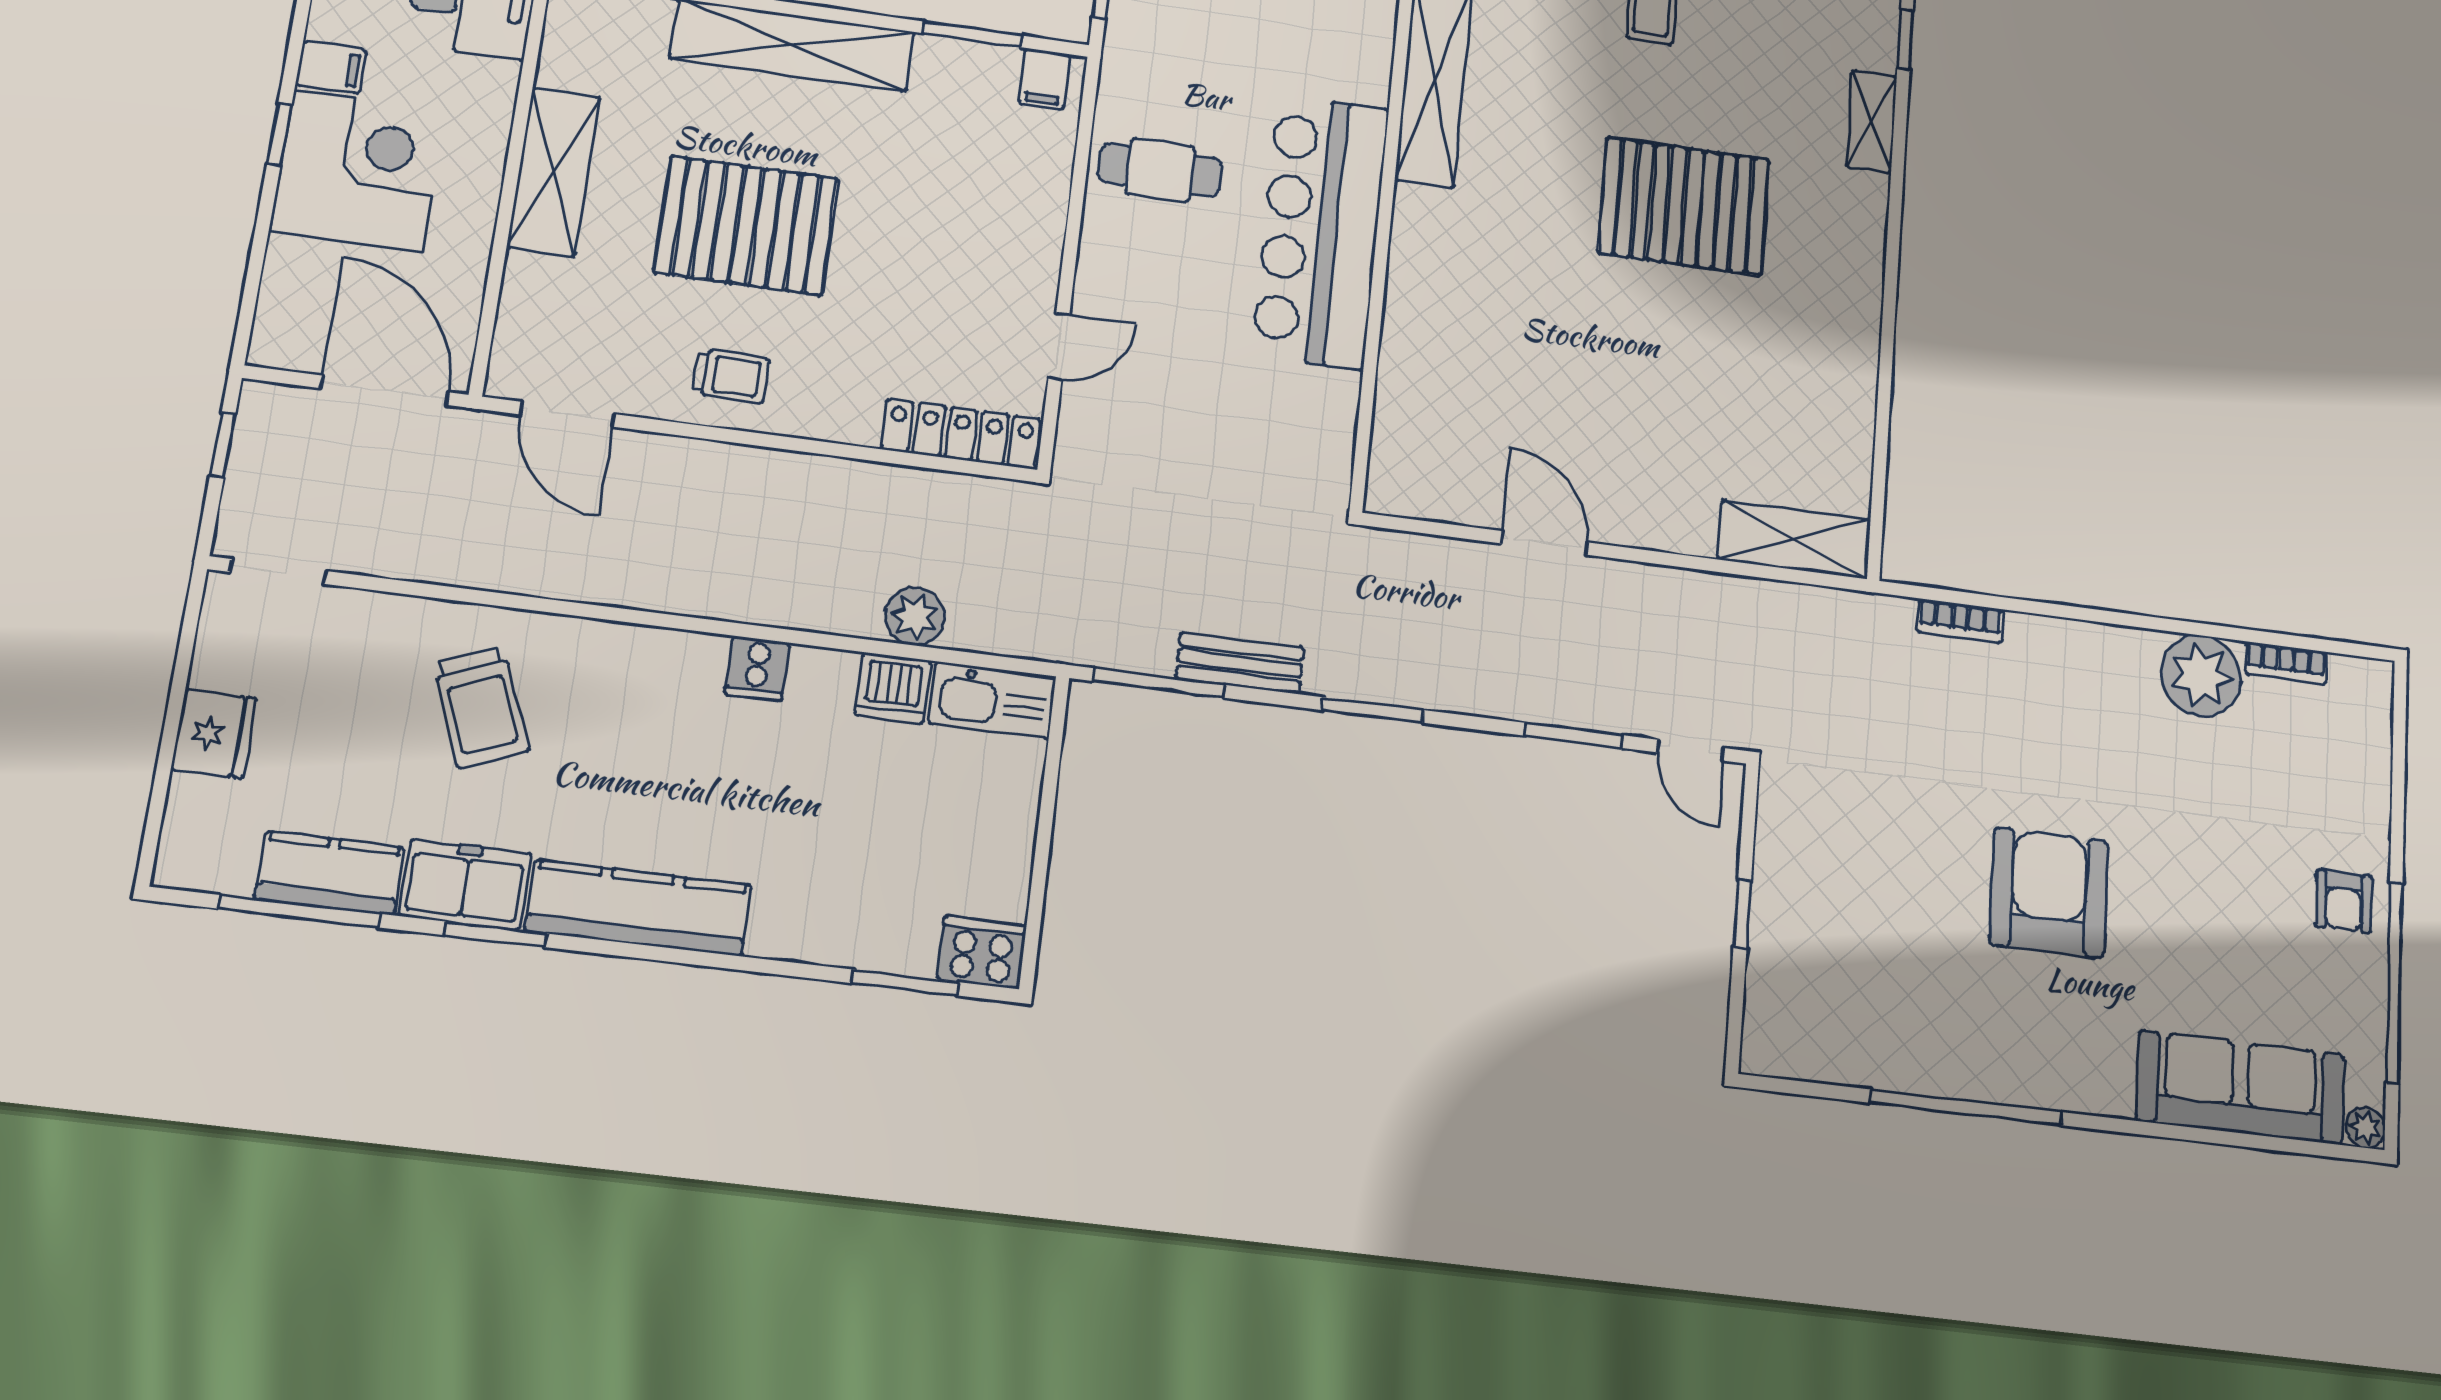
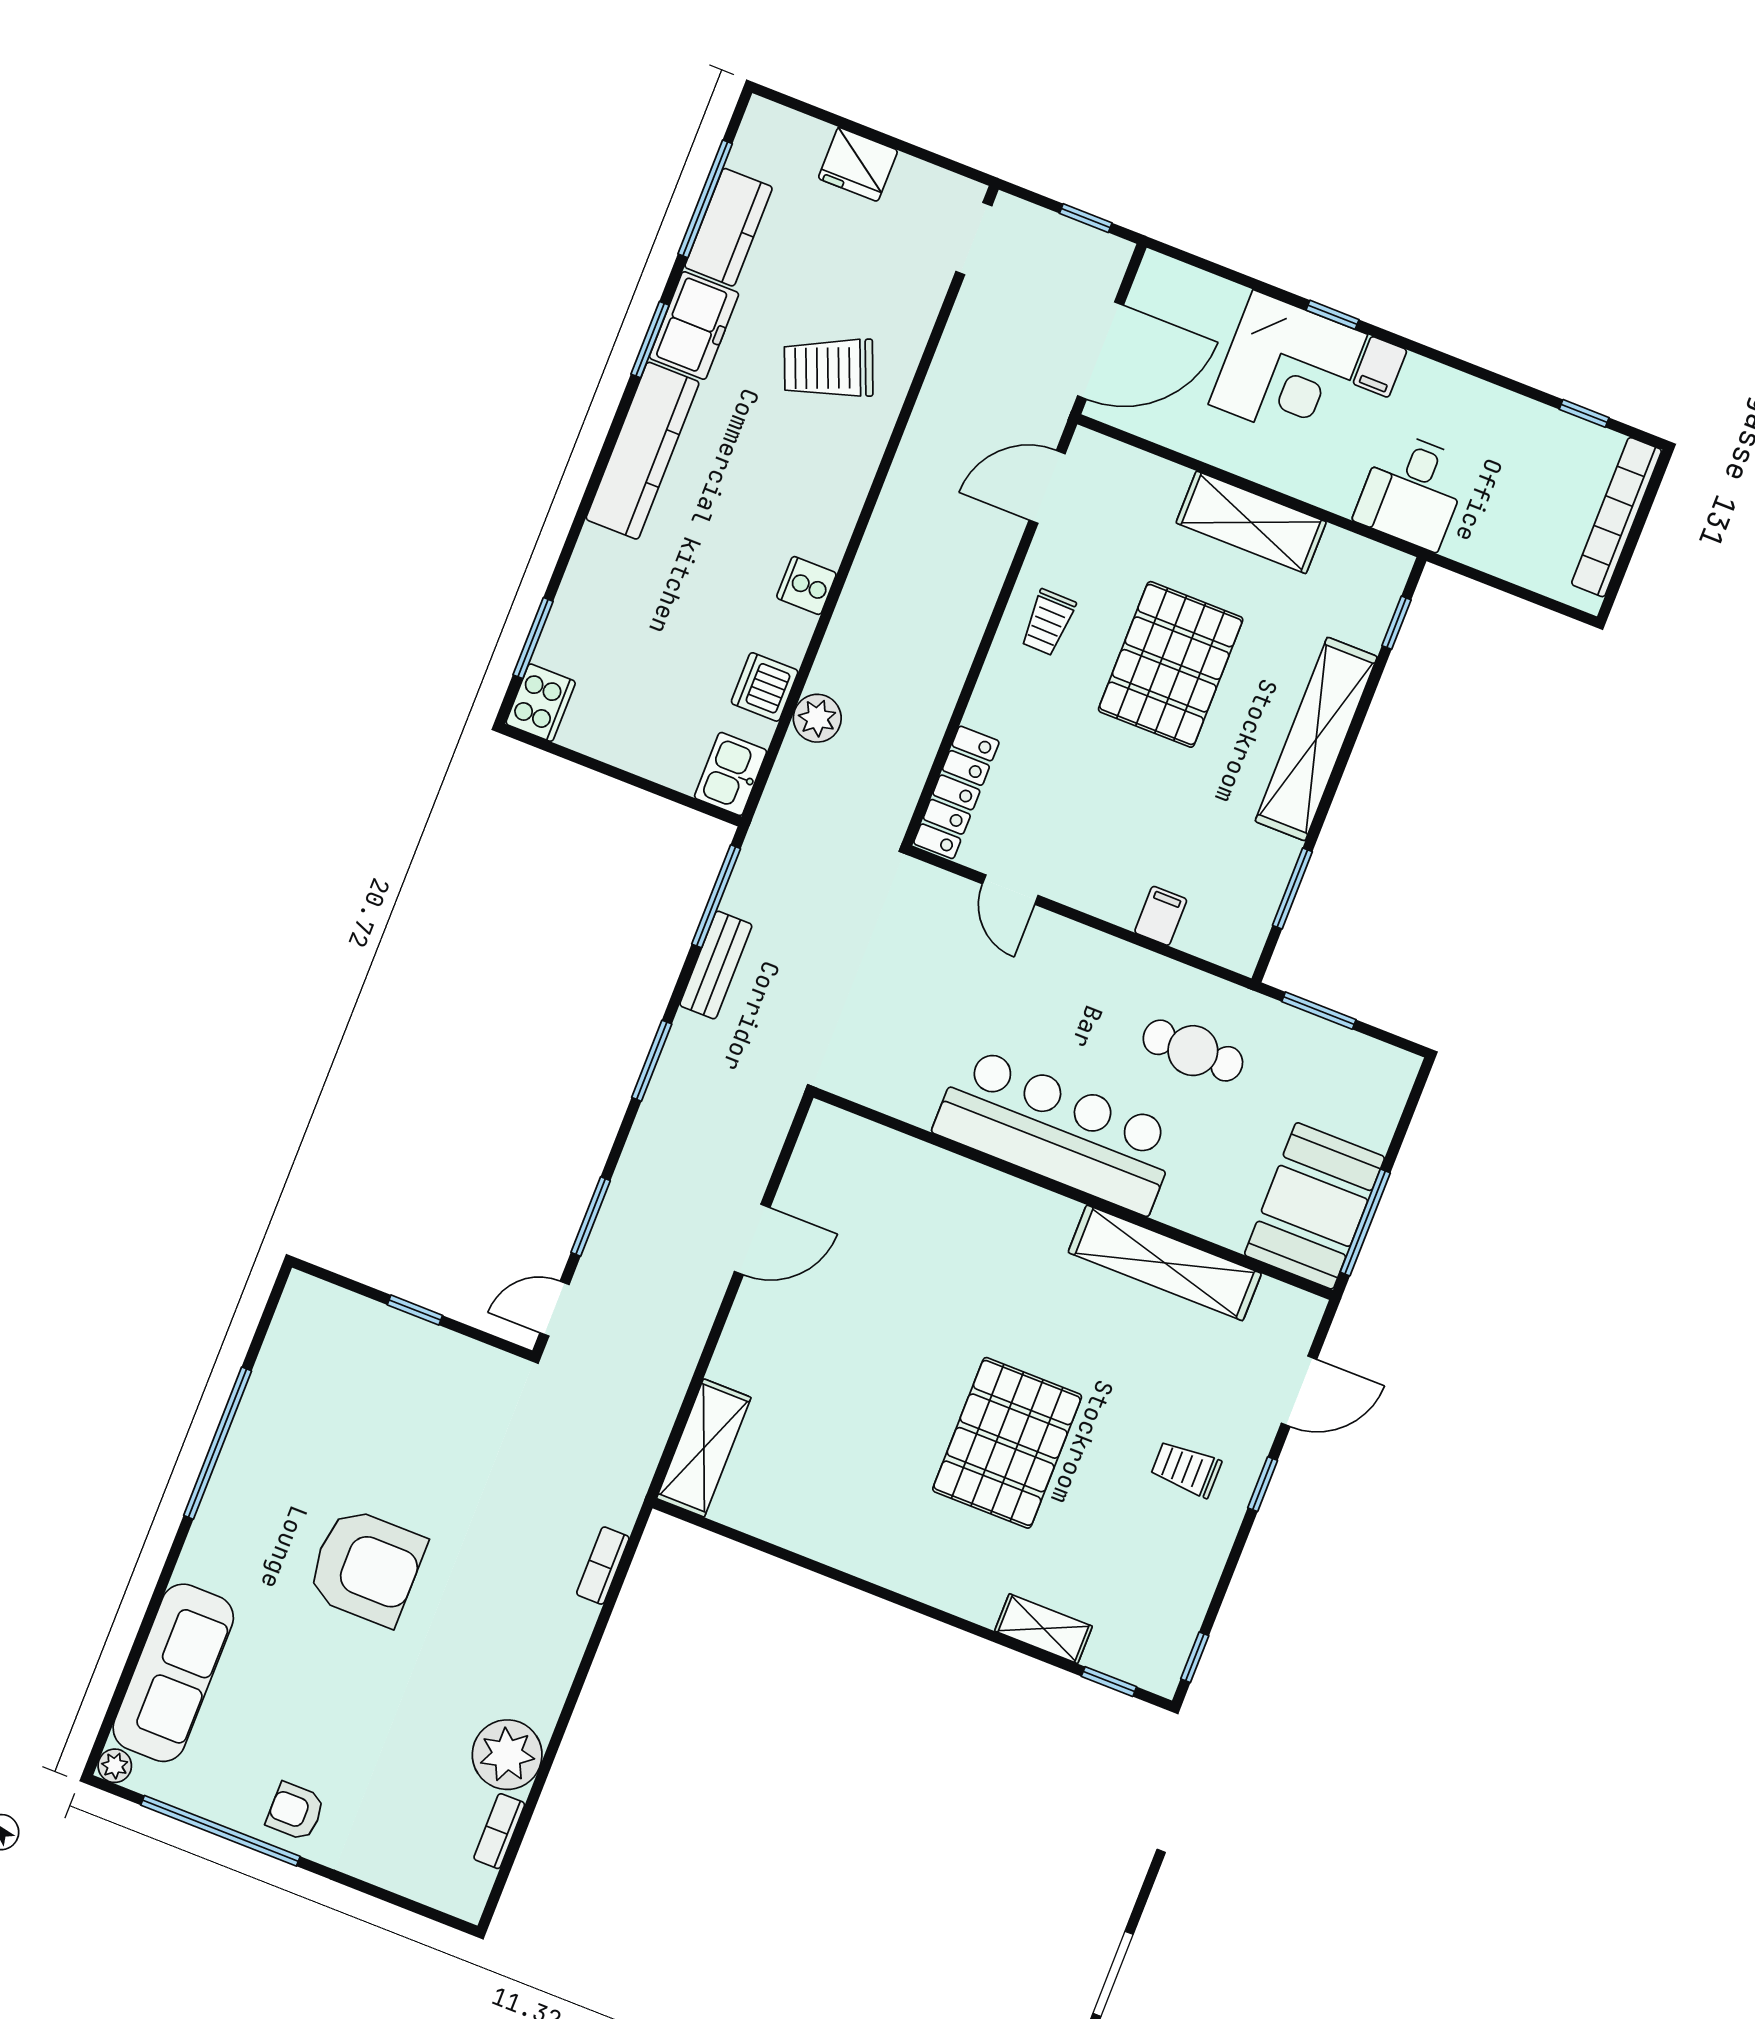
filing cabinet: (1044, 79) -> (1161, 916), moved, turned 90
cafe table: (1160, 170) -> (1193, 1051), moved, turned 90
kitchen sink: (992, 700) -> (731, 774), width x0.73

